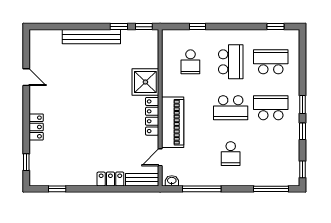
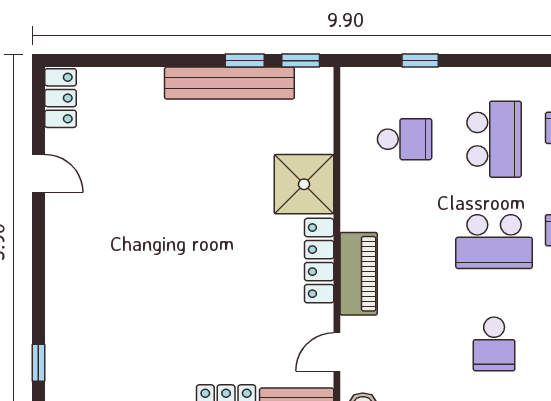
bench: (91, 37) -> (229, 83), moved
school desk: (190, 62) -> (405, 139), turned -90
piano: (173, 122) -> (359, 274), width x0.73, depth x0.75
locker: (36, 127) -> (61, 98), moved

